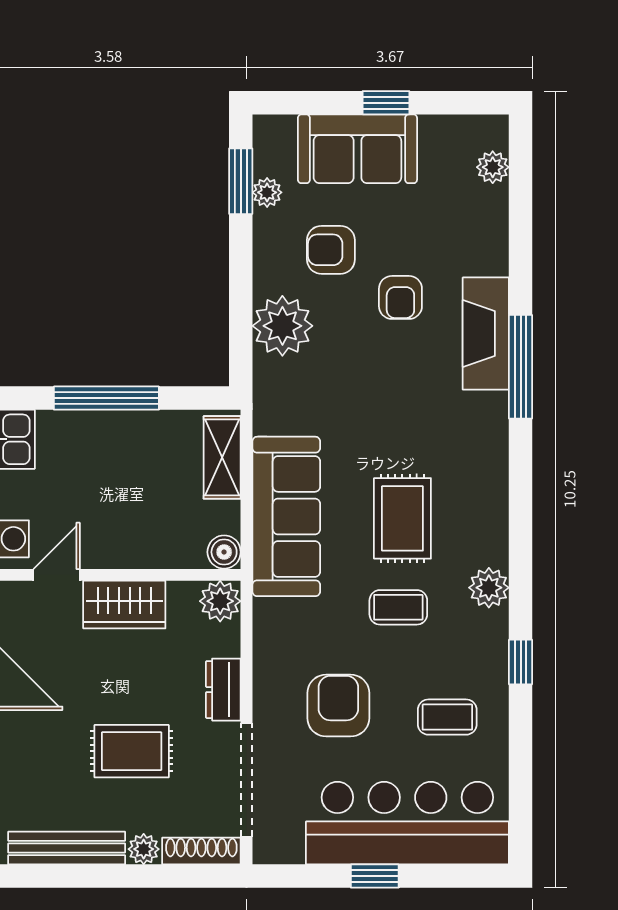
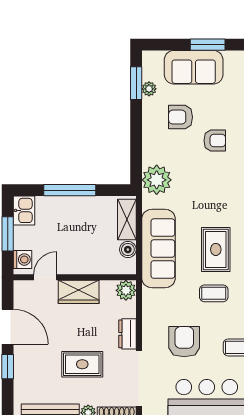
window: (386, 103) -> (208, 45), width x1.50
armchair: (400, 297) -> (215, 141), turned -90
plant: (282, 326) -> (157, 180), moved
boiler: (224, 552) -> (128, 250), moved

